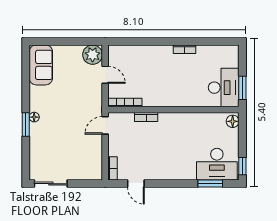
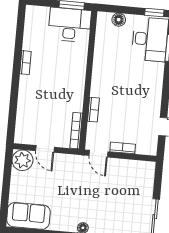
door: (105, 75) -> (45, 149), swing flipped
floor lamp: (233, 121) -> (119, 20), moved
bookcase: (113, 168) -> (123, 148), moved

